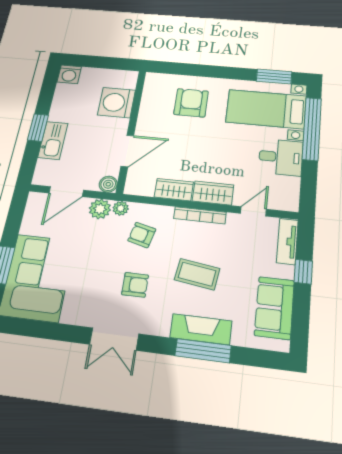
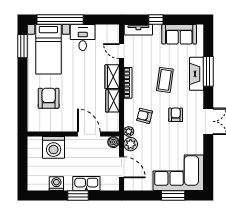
washing machine: (69, 74) -> (56, 184), moved, turned -90
armchair: (191, 103) -> (49, 98), turned 90
armchair: (142, 235) -> (145, 116), turned 90

